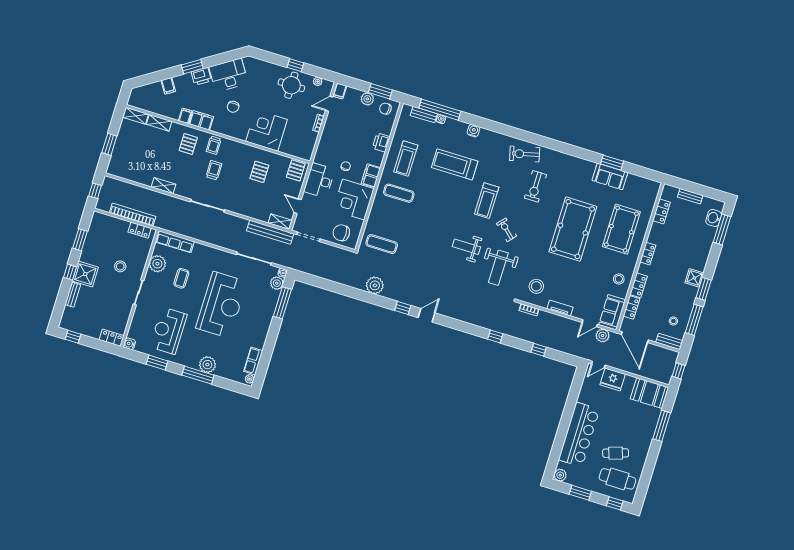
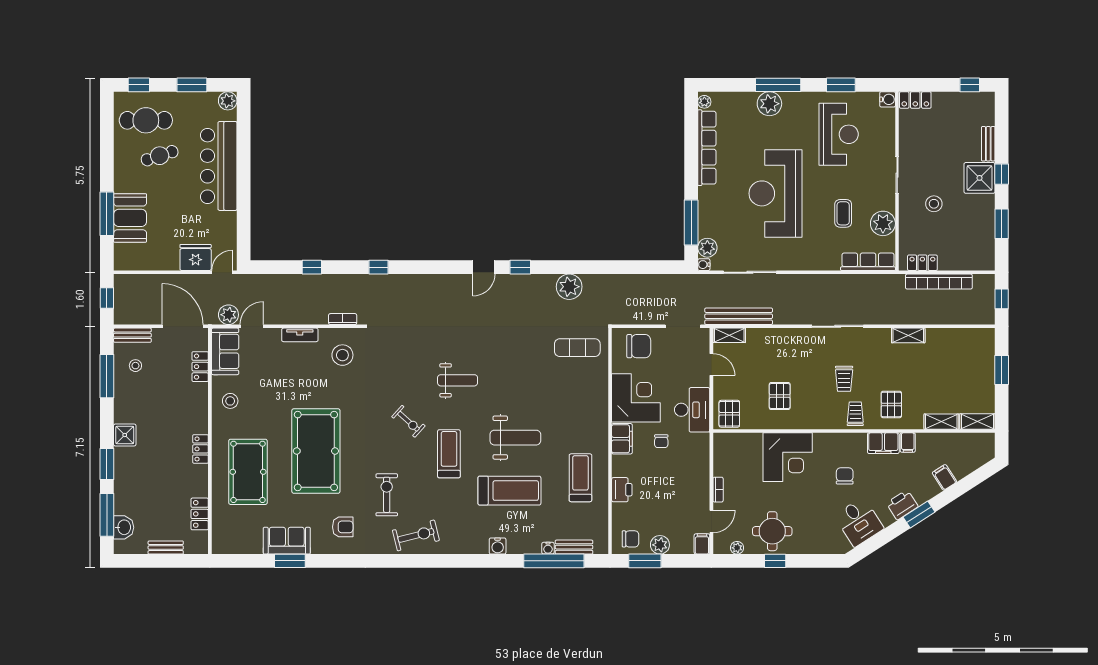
desk: (229, 75) -> (859, 522), width x0.73
armchair: (571, 174) -> (343, 527), added
exercise mat: (399, 193) -> (575, 426), removed
weight bench: (498, 268) -> (515, 438), moved, turned 90
locker: (639, 285) -> (200, 401), removed
window: (704, 289) -> (107, 464), moved
row of seats: (253, 361) -> (707, 148), width x2.02
booth: (649, 393) -> (130, 218), moved, turned 90

